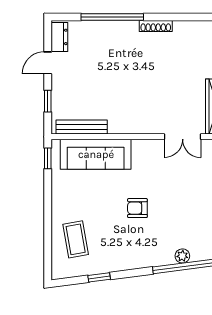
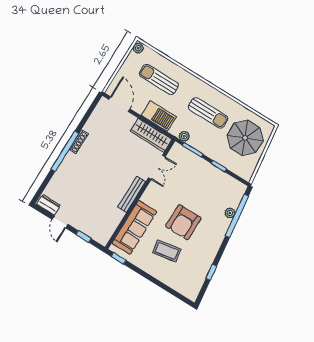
window: (112, 17) -> (65, 151), moved
bench: (82, 127) -> (132, 194), moved
armchair: (137, 208) -> (183, 222), width x1.88, depth x1.88
coffee table: (76, 239) -> (167, 251), moved

